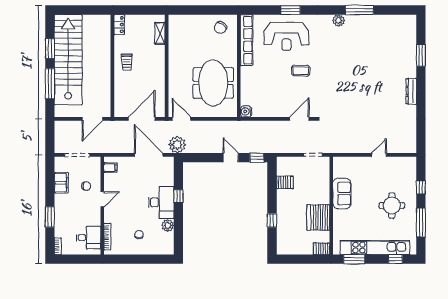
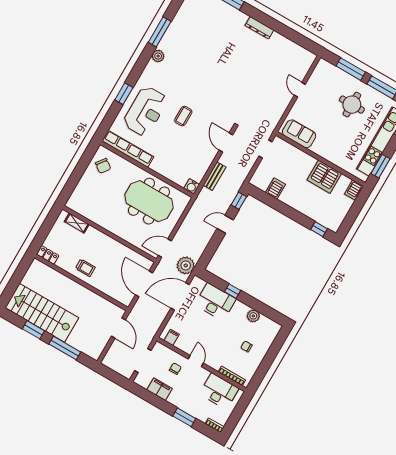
stairs: (68, 60) -> (42, 313), width x0.73
bench: (266, 126) -> (215, 176), added
window: (421, 187) -> (351, 69), width x2.17
sofa: (342, 194) -> (299, 134), moved
desk: (161, 202) -> (215, 302), moved
window: (272, 220) -> (319, 229), moved
desk: (88, 238) -> (219, 391), width x1.37

